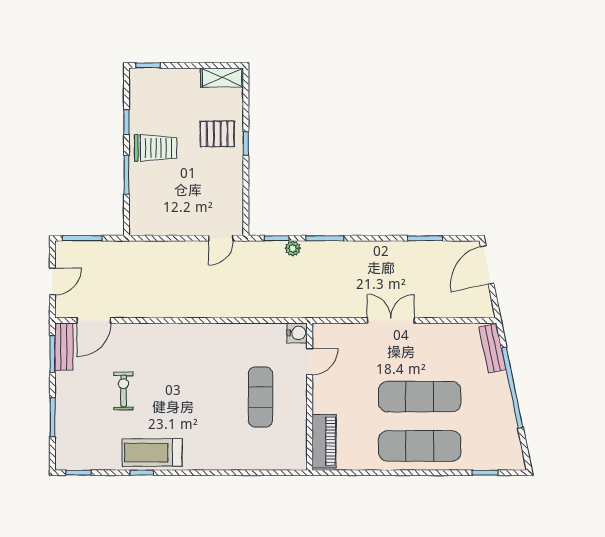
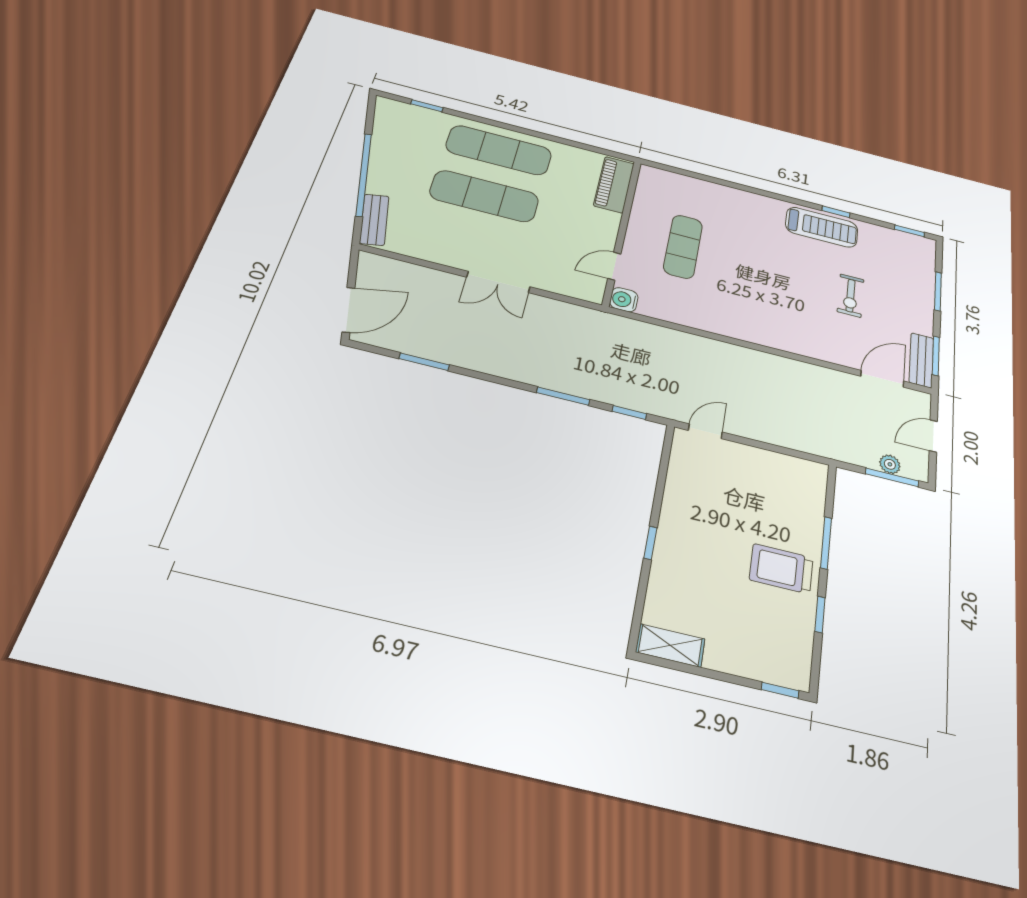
pallet: (217, 134) -> (690, 566), removed
plant: (293, 249) -> (890, 464), moved

